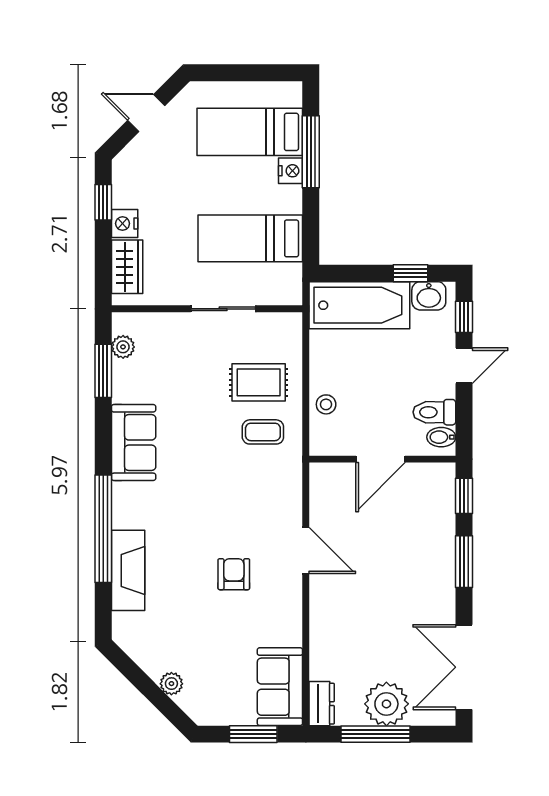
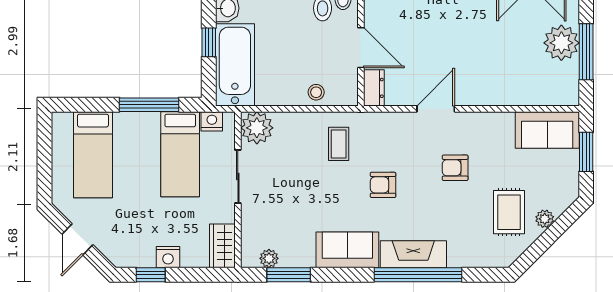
window: (311, 152) -> (149, 105), moved
nightstand: (291, 171) -> (212, 121), moved
wardrobe: (127, 267) -> (222, 246), moved, turned -90
window: (410, 273) -> (209, 42), moved
plant: (283, 332) -> (257, 128), added
rug: (259, 382) -> (509, 212), moved
armchair: (213, 486) -> (383, 185), added
fireplace: (128, 570) -> (413, 254), moved
dresser: (322, 704) -> (374, 88), moved, turned 90

